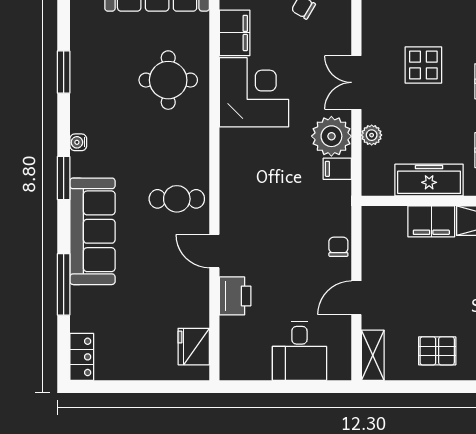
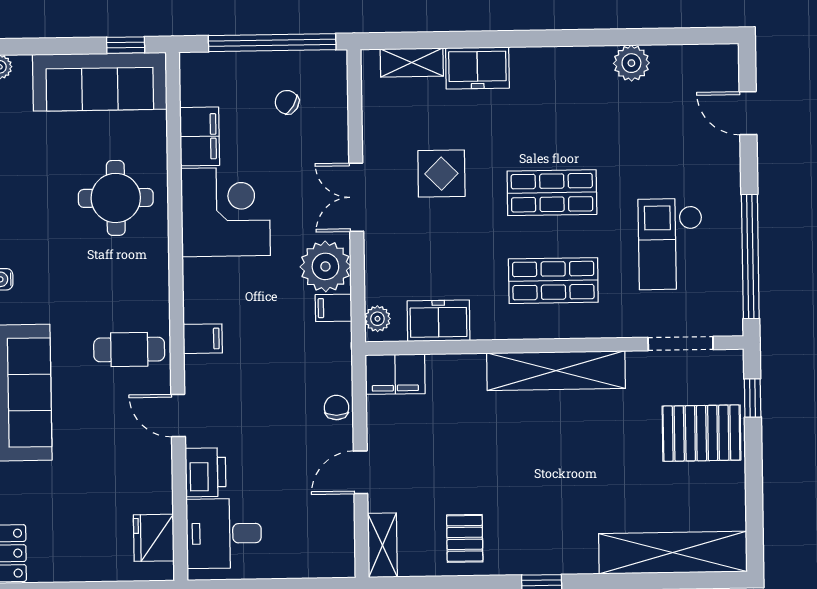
plant: (372, 135) -> (377, 319), moved
freezer: (429, 180) -> (438, 321), width x0.71
filing cabinet: (235, 191) -> (203, 339), added
filing cabinet: (431, 221) -> (395, 374), moved
desk: (299, 351) -> (224, 533), moved, turned 90
pallet: (437, 351) -> (465, 538), turned 90

